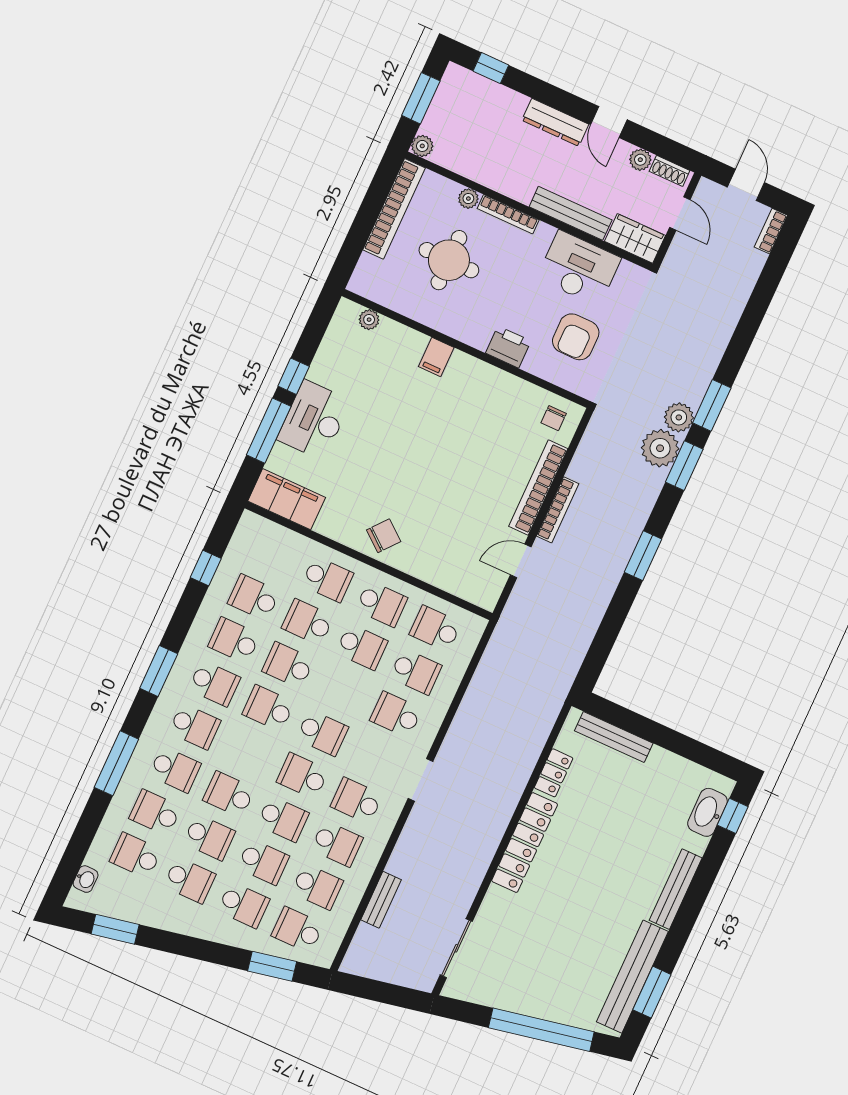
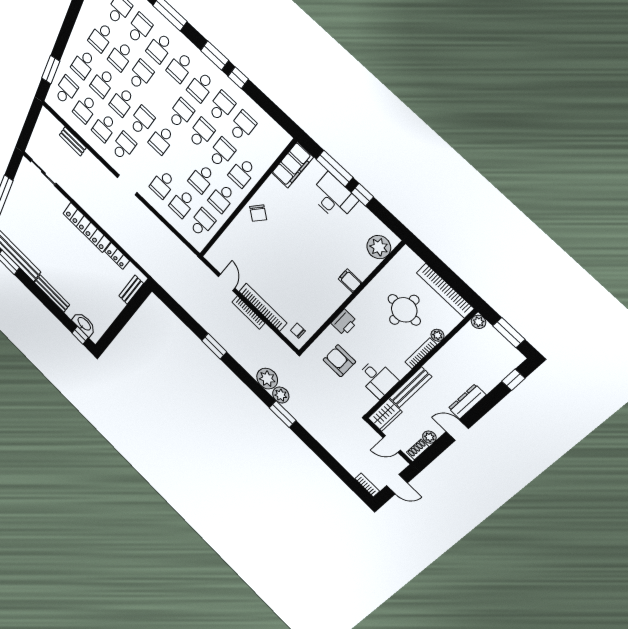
desk: (579, 268) -> (377, 379), width x0.73
plant: (369, 320) -> (379, 247), width x1.88, depth x1.88
window: (684, 466) -> (255, 387), removed
window: (206, 568) -> (238, 78), moved
school desk: (396, 715) -> (163, 184), turned 180
bench: (614, 737) -> (131, 290), width x0.73

